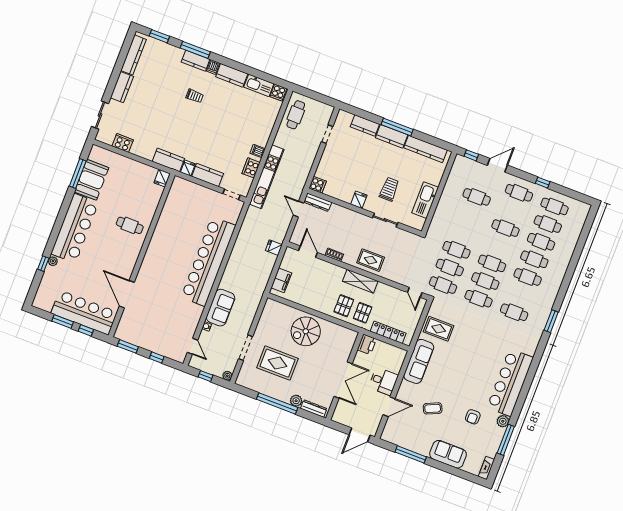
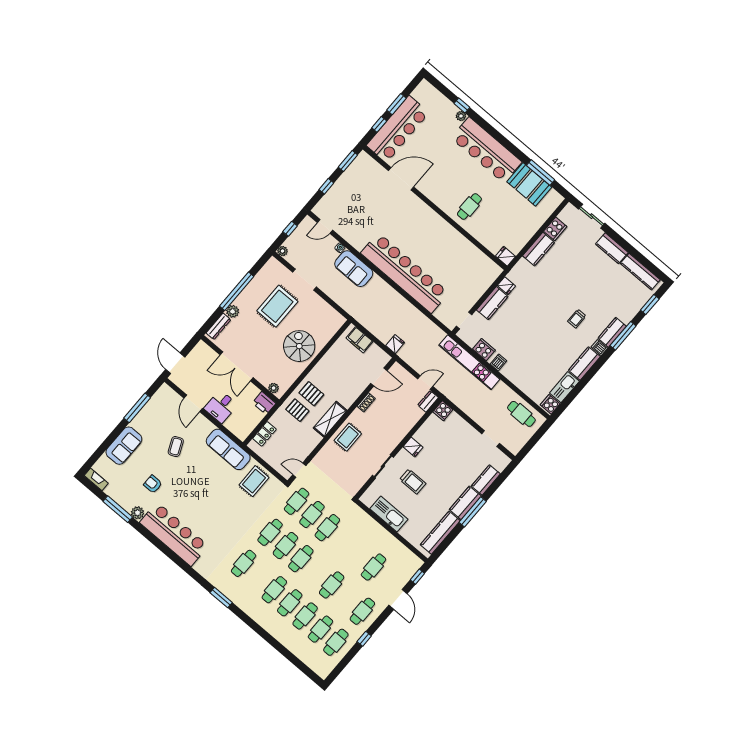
kitchen counter: (168, 160) -> (539, 249), moved
dresser: (318, 202) -> (428, 401), width x0.70
locker: (388, 332) -> (264, 434), width x0.66
plant: (351, 341) -> (274, 388), added

